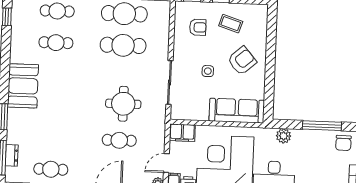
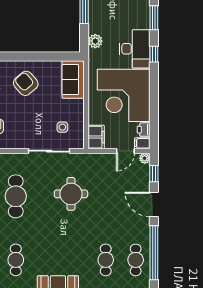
side table: (208, 71) -> (62, 127), moved
sofa: (237, 111) -> (73, 79), width x0.73
cafe table: (119, 140) -> (106, 260), moved
door: (166, 163) -> (125, 151), hinge flipped

